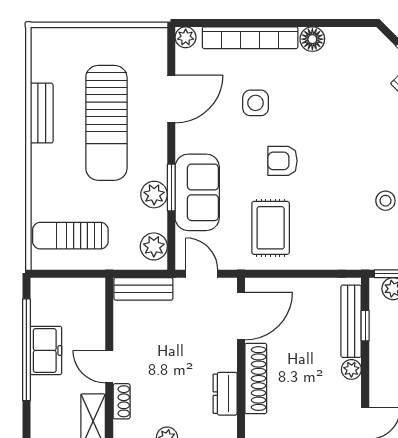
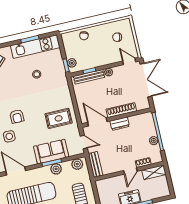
armchair: (282, 161) -> (17, 116), moved
door: (202, 274) -> (84, 142), swing flipped
dresser: (225, 394) -> (120, 124), moved

